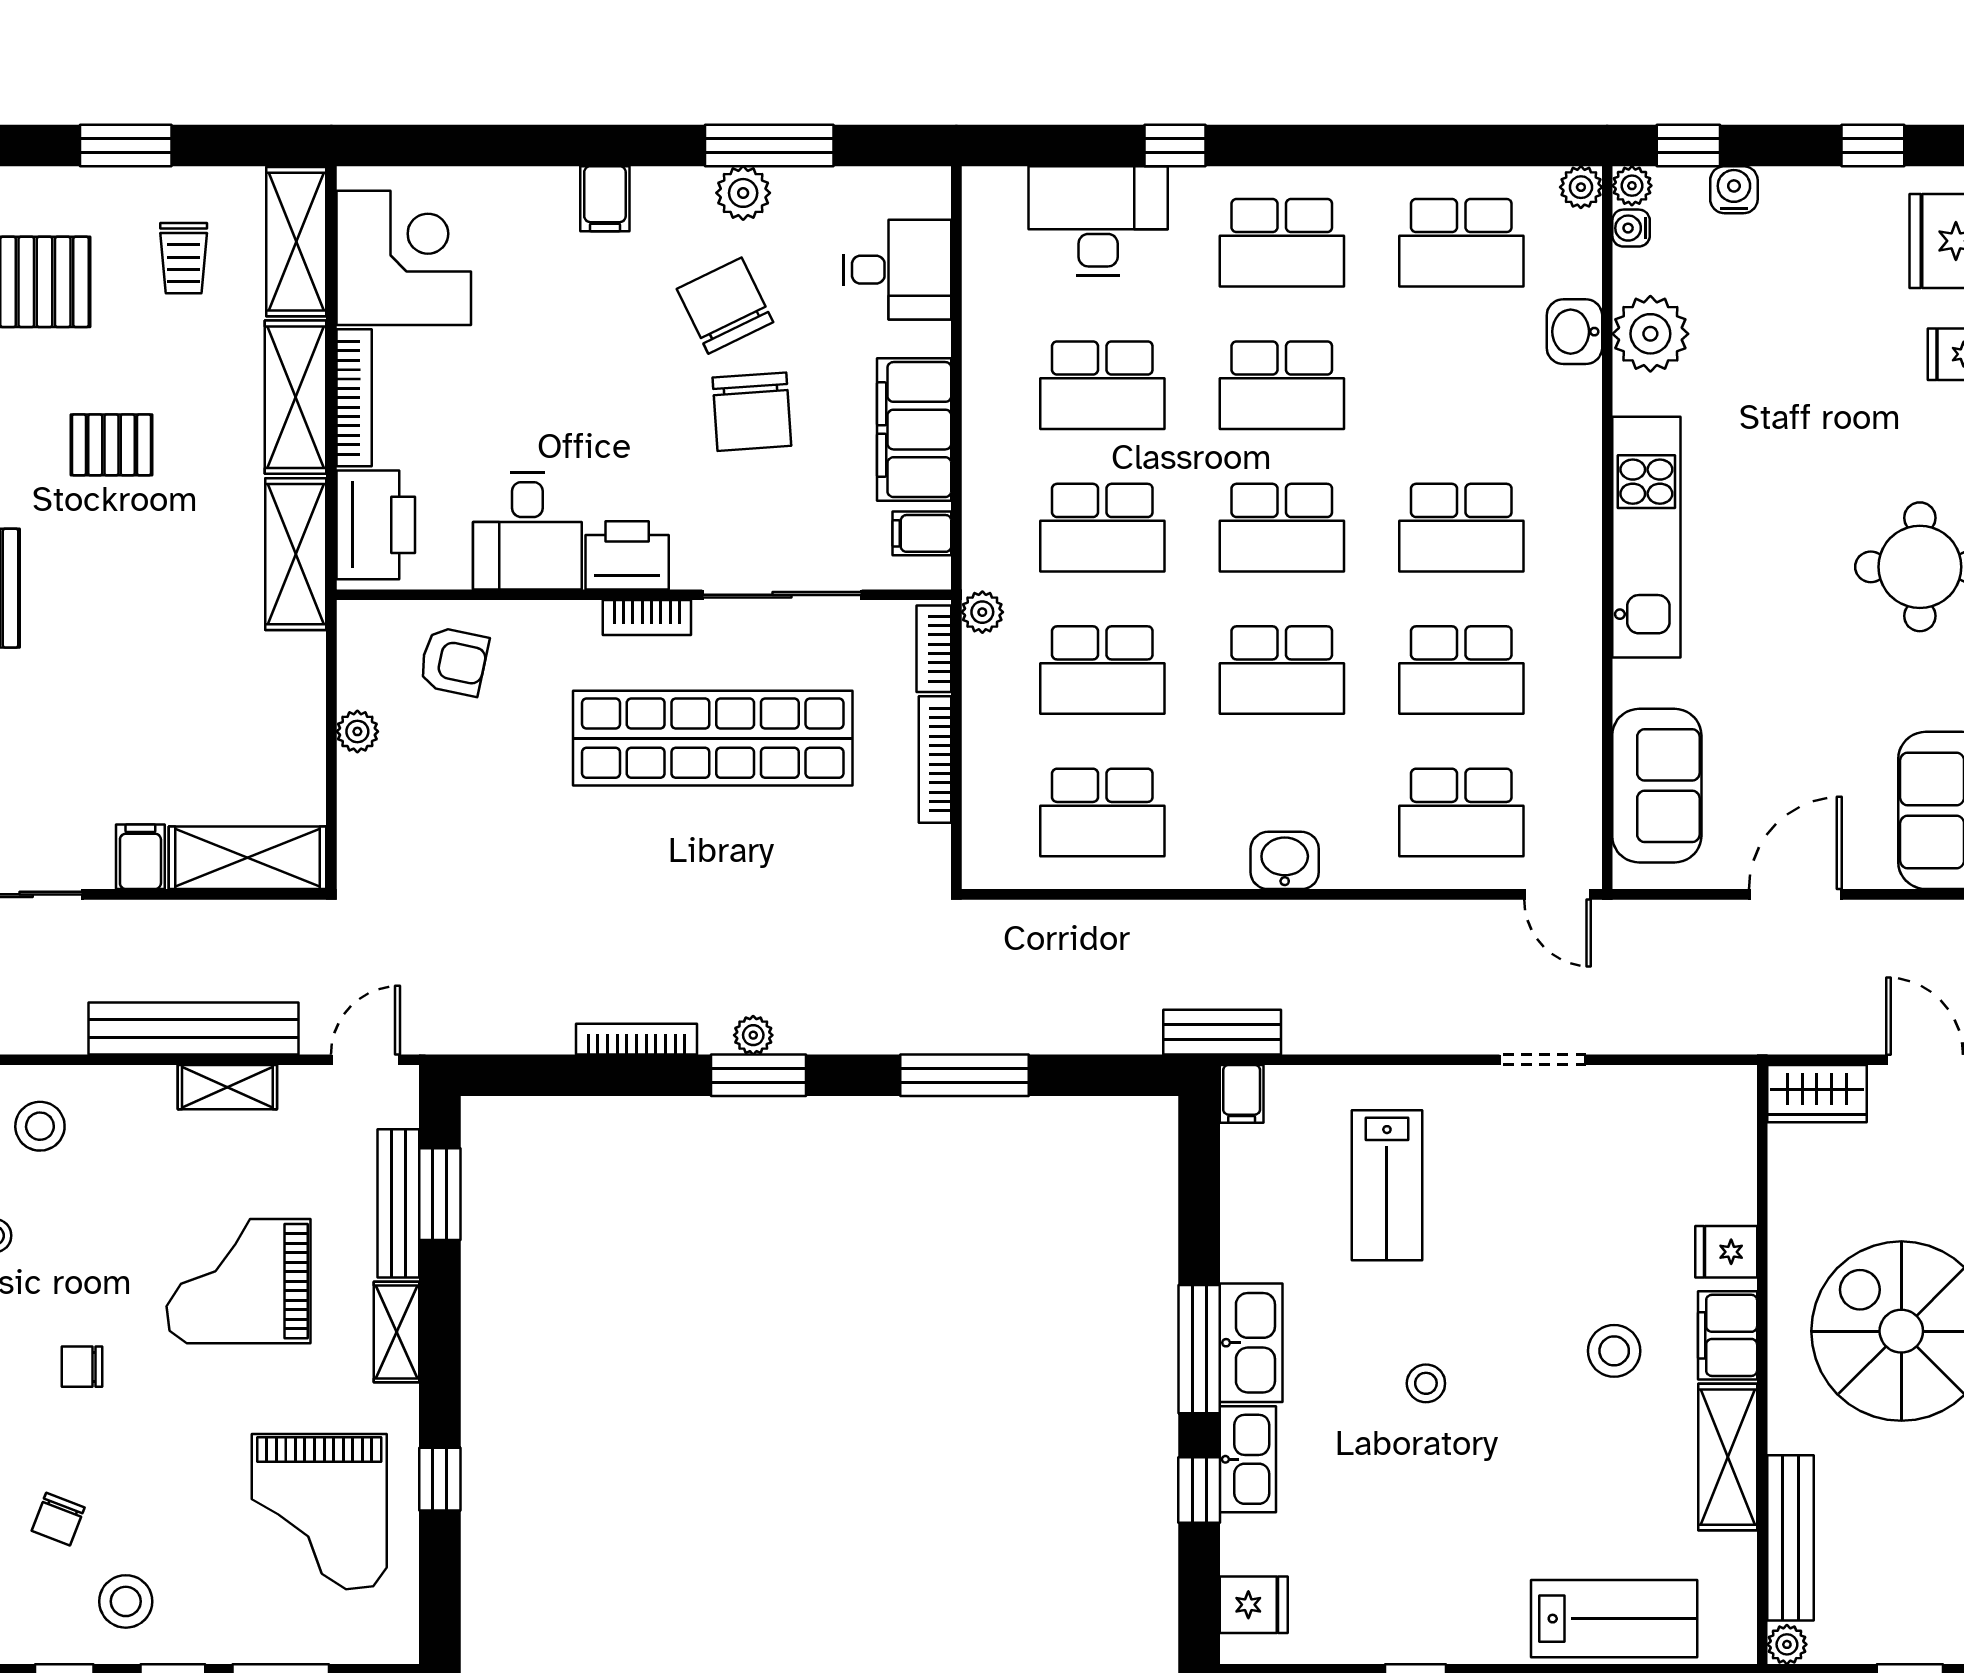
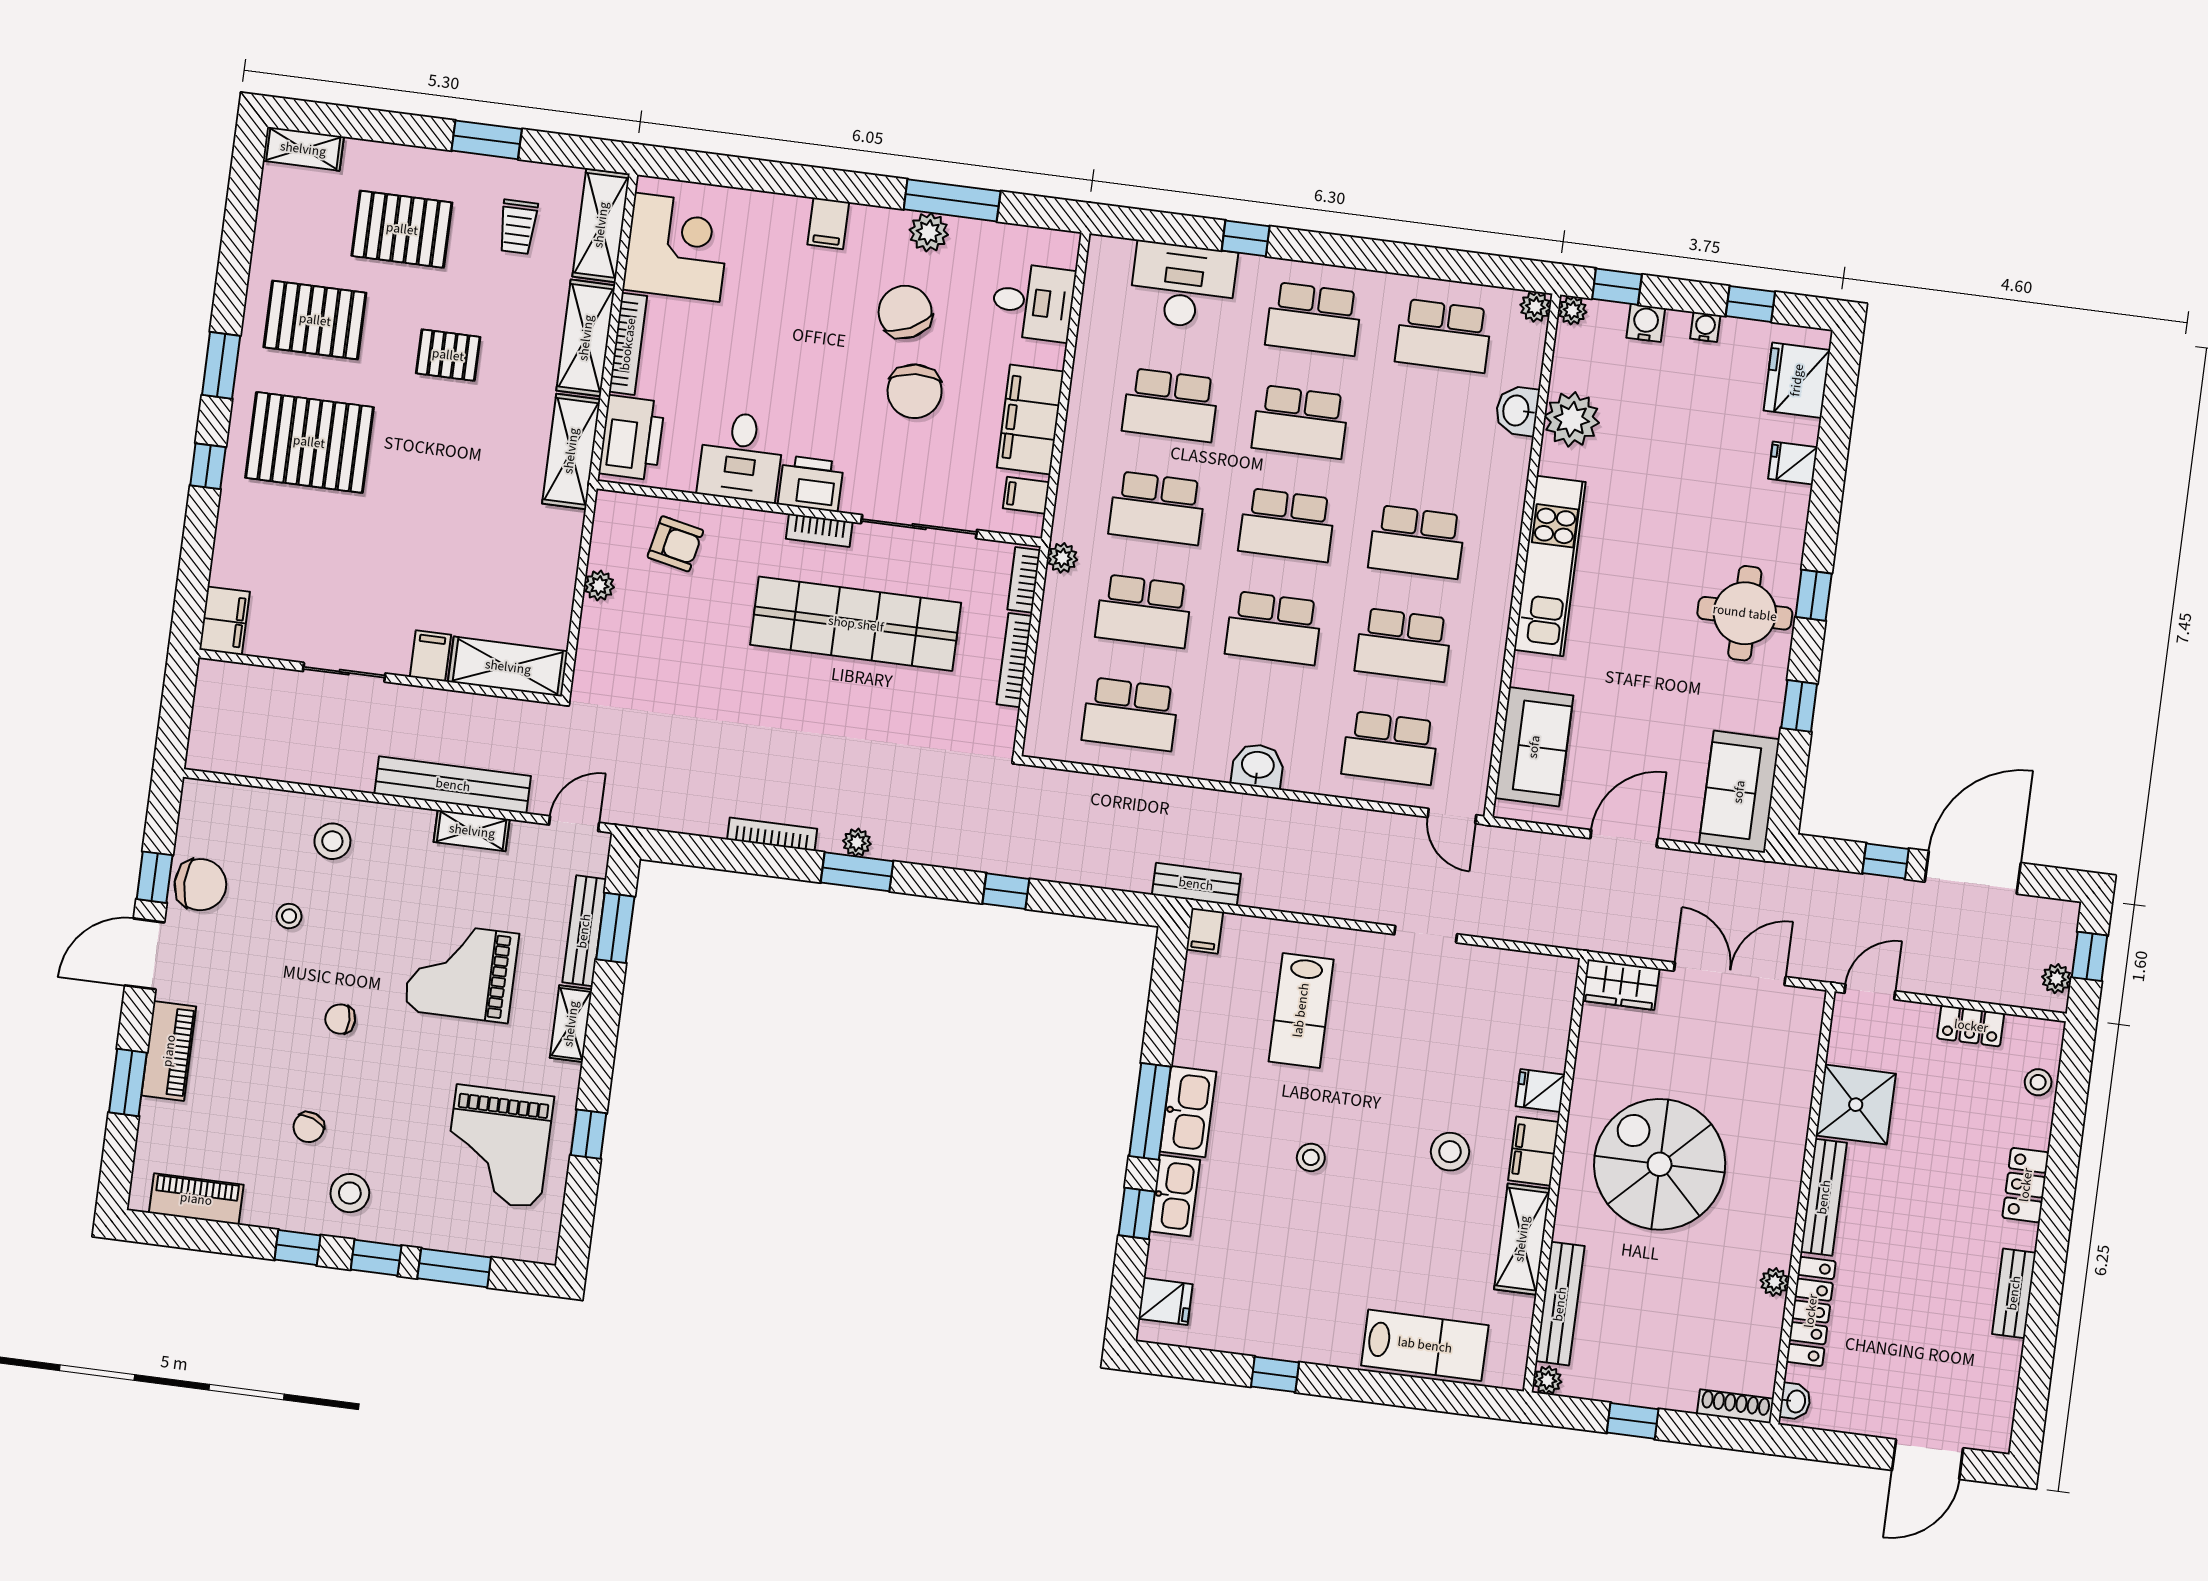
water cooler: (1631, 228) -> (1705, 327), moved, turned 90
window: (964, 1075) -> (1006, 891), width x0.46

